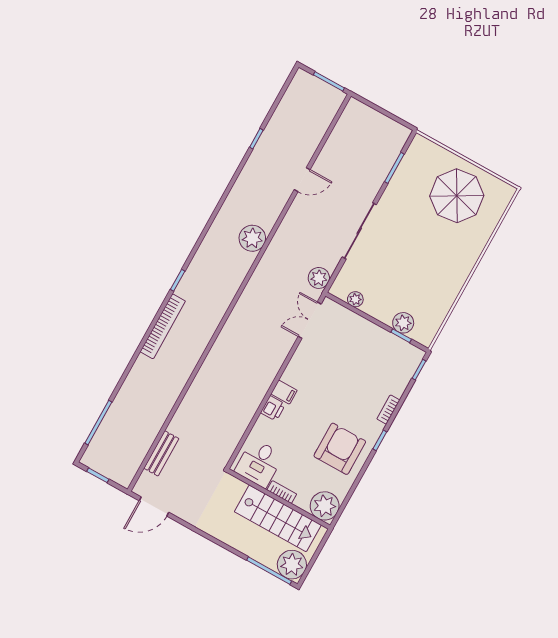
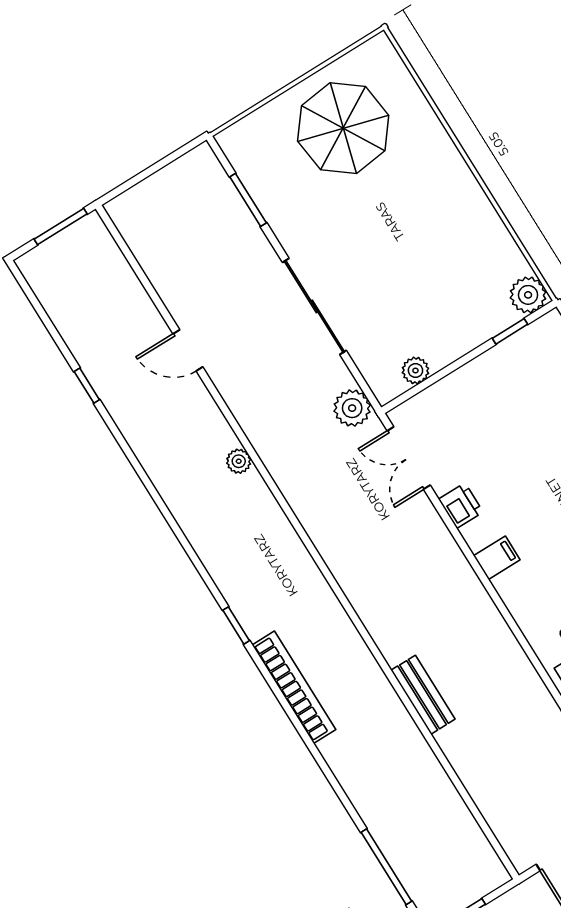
door: (302, 180) -> (188, 350), swing flipped
plant: (252, 238) -> (239, 461), width x0.53, depth x0.53
plant: (403, 323) -> (528, 295), moved
printer: (273, 408) -> (461, 506), moved
bench: (161, 453) -> (423, 695), moved

